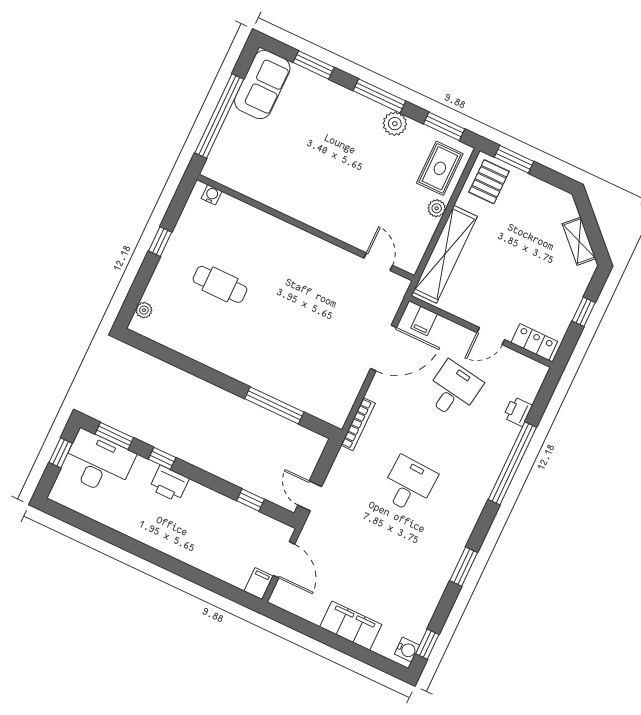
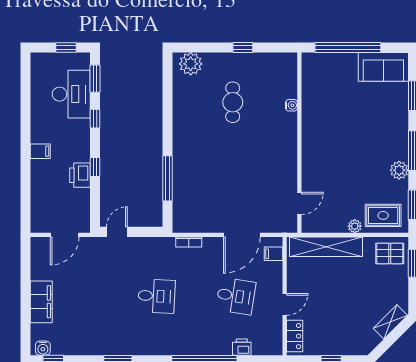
water cooler: (212, 195) -> (291, 105), moved
shelving: (579, 241) -> (390, 322), moved
plant: (144, 310) -> (191, 64), width x1.88, depth x1.88
door: (491, 336) -> (285, 304), swing flipped
door: (384, 348) -> (242, 235), hinge flipped
bookcase: (358, 424) -> (189, 242), width x0.64
desk: (98, 463) -> (71, 94), moved
printer: (169, 484) -> (80, 175), moved
window: (250, 500) -> (95, 167), moved
filing cabinet: (258, 584) -> (40, 151), moved

